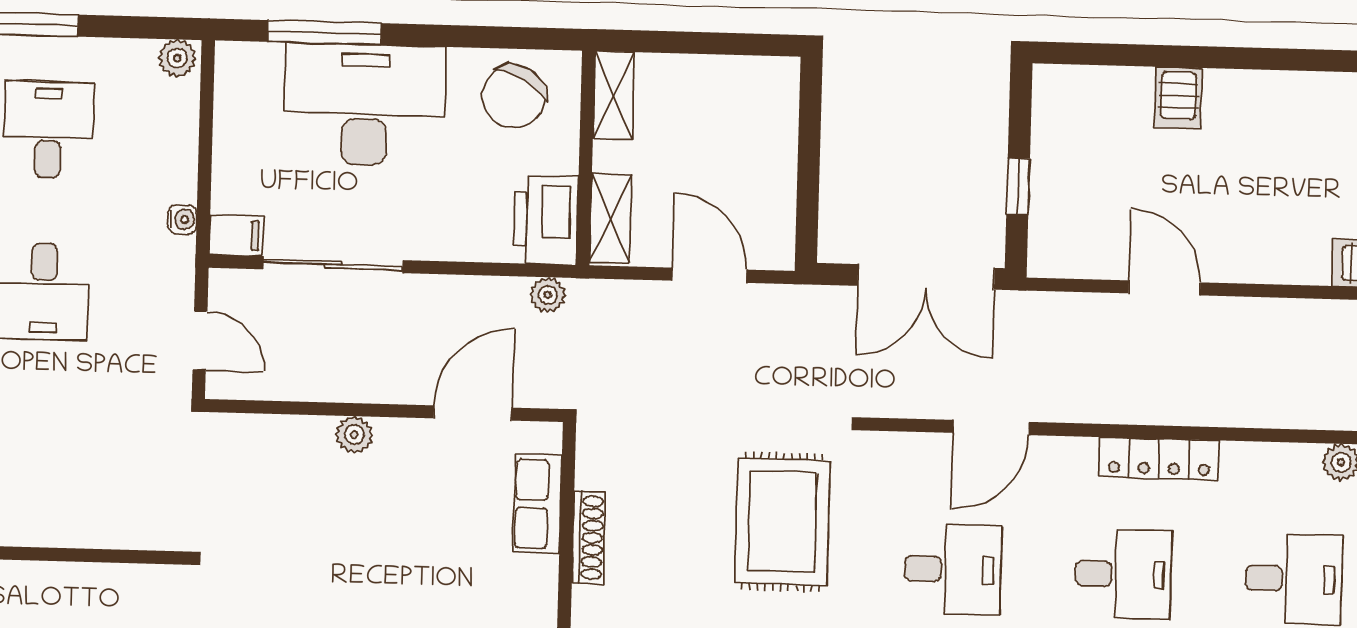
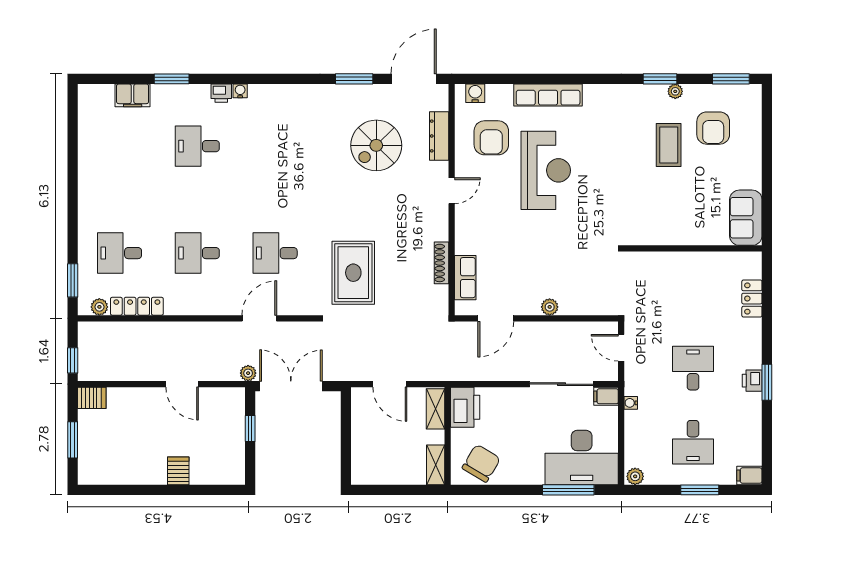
desk: (365, 105) -> (582, 457), moved
plant: (548, 295) -> (248, 373), moved
locker: (1159, 459) -> (137, 306), moved

